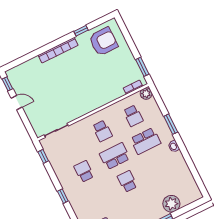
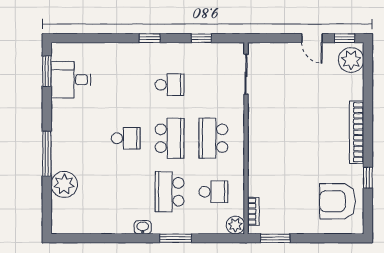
armchair: (103, 42) -> (337, 201), turned 90
plant: (18, 74) -> (351, 60), added
door: (17, 103) -> (312, 38), hinge flipped
school desk: (133, 116) -> (213, 192), turned 180
school desk: (102, 131) -> (213, 138), width x1.85
window: (43, 156) -> (201, 38), moved

